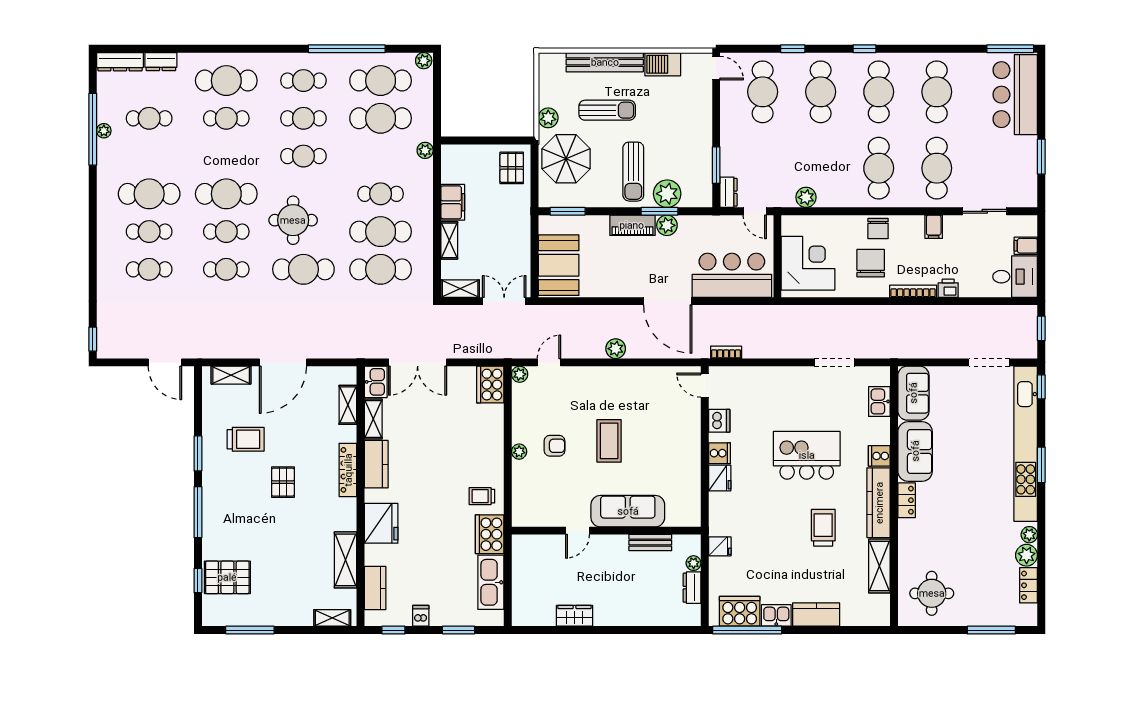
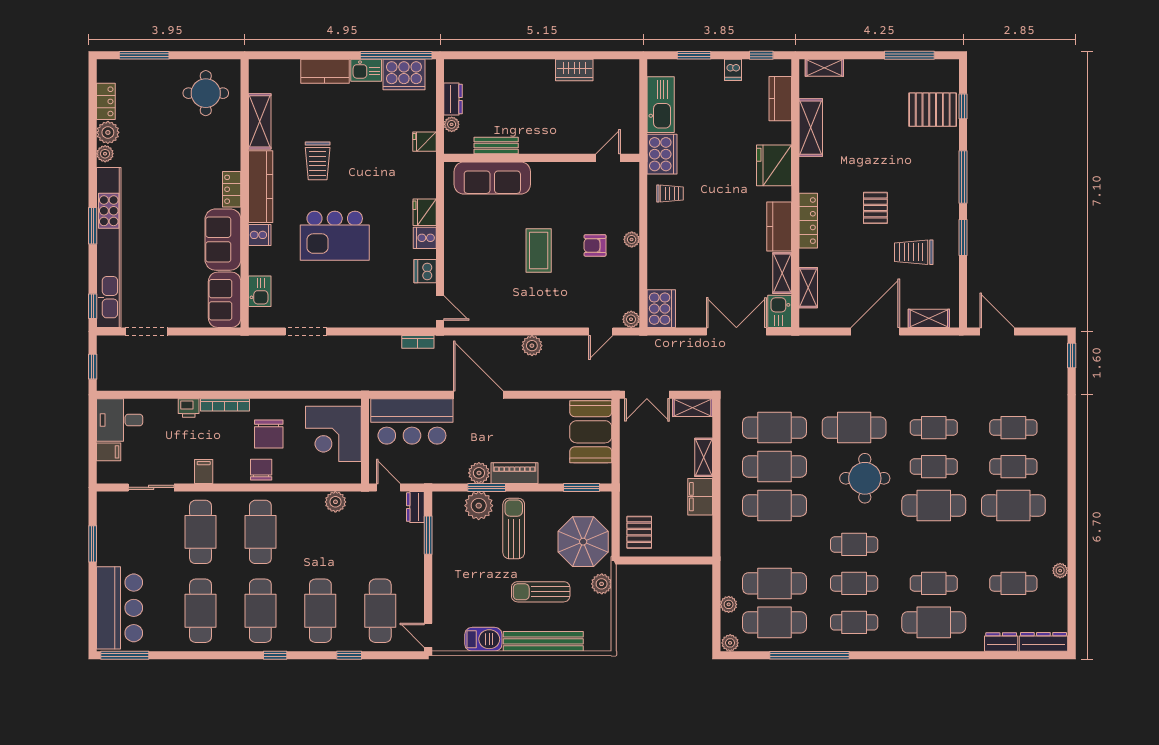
window: (93, 129) -> (1072, 572), removed
plant: (425, 150) -> (729, 604), moved
cafe table: (381, 194) -> (775, 505), width x1.37, depth x1.35
sofa: (628, 511) -> (492, 178), moved
door: (578, 531) -> (608, 158), moved

